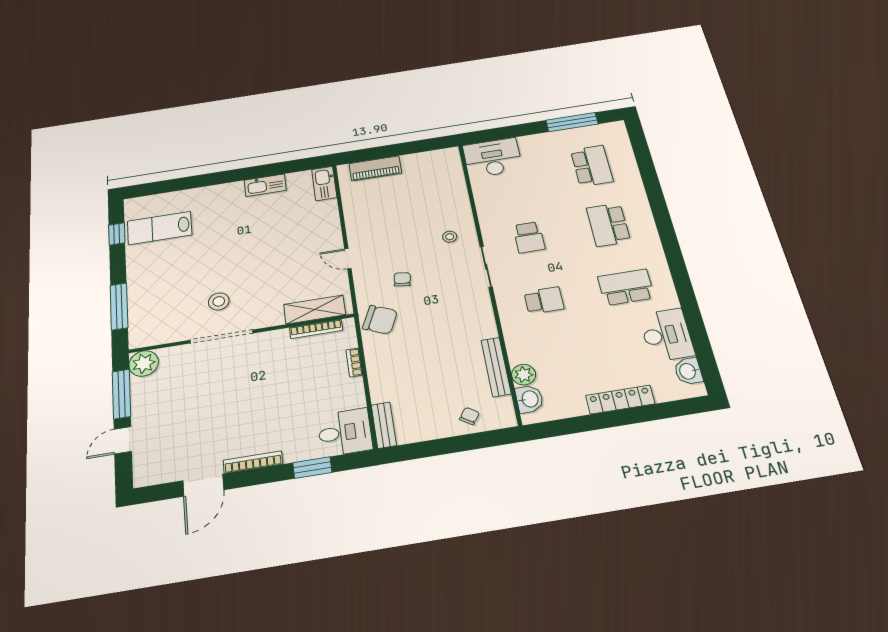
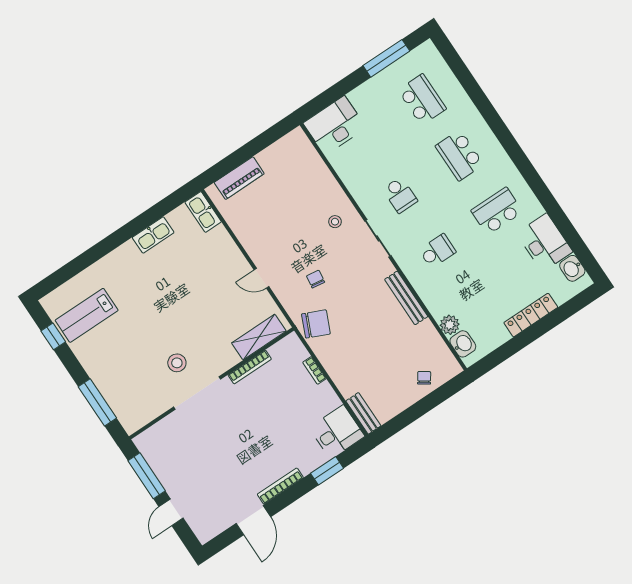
bookcase: (316, 329) -> (250, 367), moved
plant: (144, 363) -> (148, 443), removed
bench: (496, 367) -> (406, 298), moved

